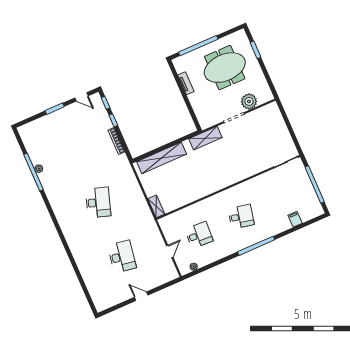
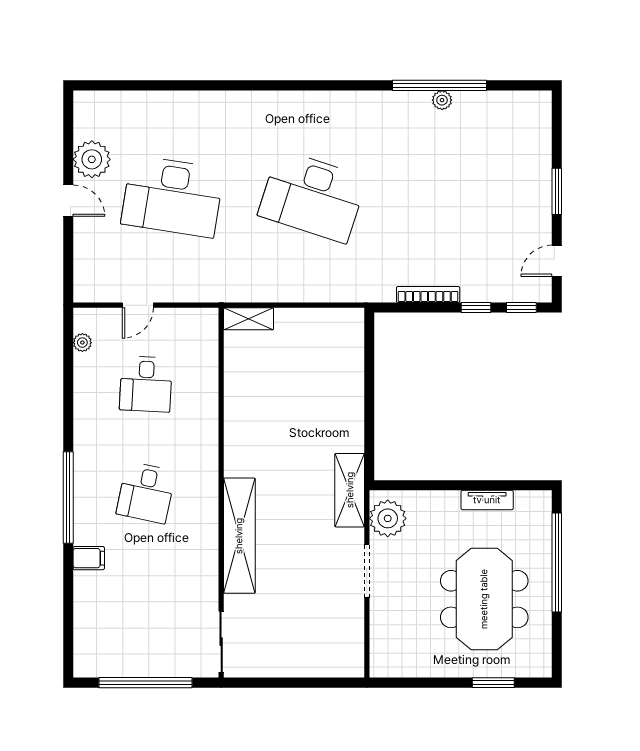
plant: (249, 101) -> (388, 518), moved
shelving: (162, 158) -> (239, 536), moved
desk: (98, 202) -> (313, 196), width x1.36, depth x1.30
filing cabinet: (295, 219) -> (89, 558), moved
door: (170, 252) -> (138, 305), hinge flipped
desk: (122, 257) -> (172, 196), width x1.36, depth x1.30
plant: (121, 294) -> (92, 159), added
door: (141, 296) -> (68, 201), hinge flipped

